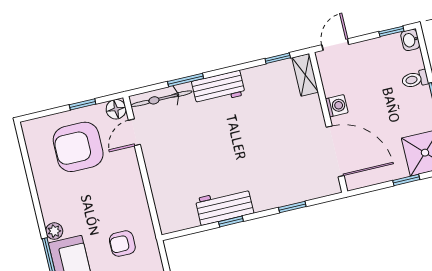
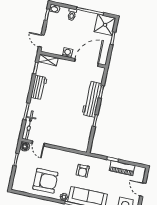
workbench: (218, 88) -> (39, 87), moved
armchair: (78, 147) -> (45, 181), moved, turned -90
workbench: (224, 206) -> (92, 99), moved, width x1.38

